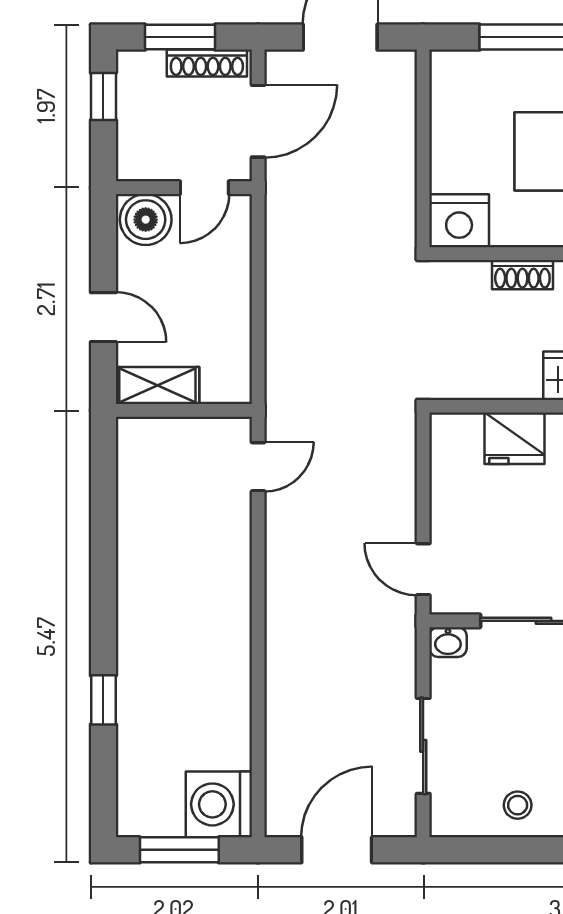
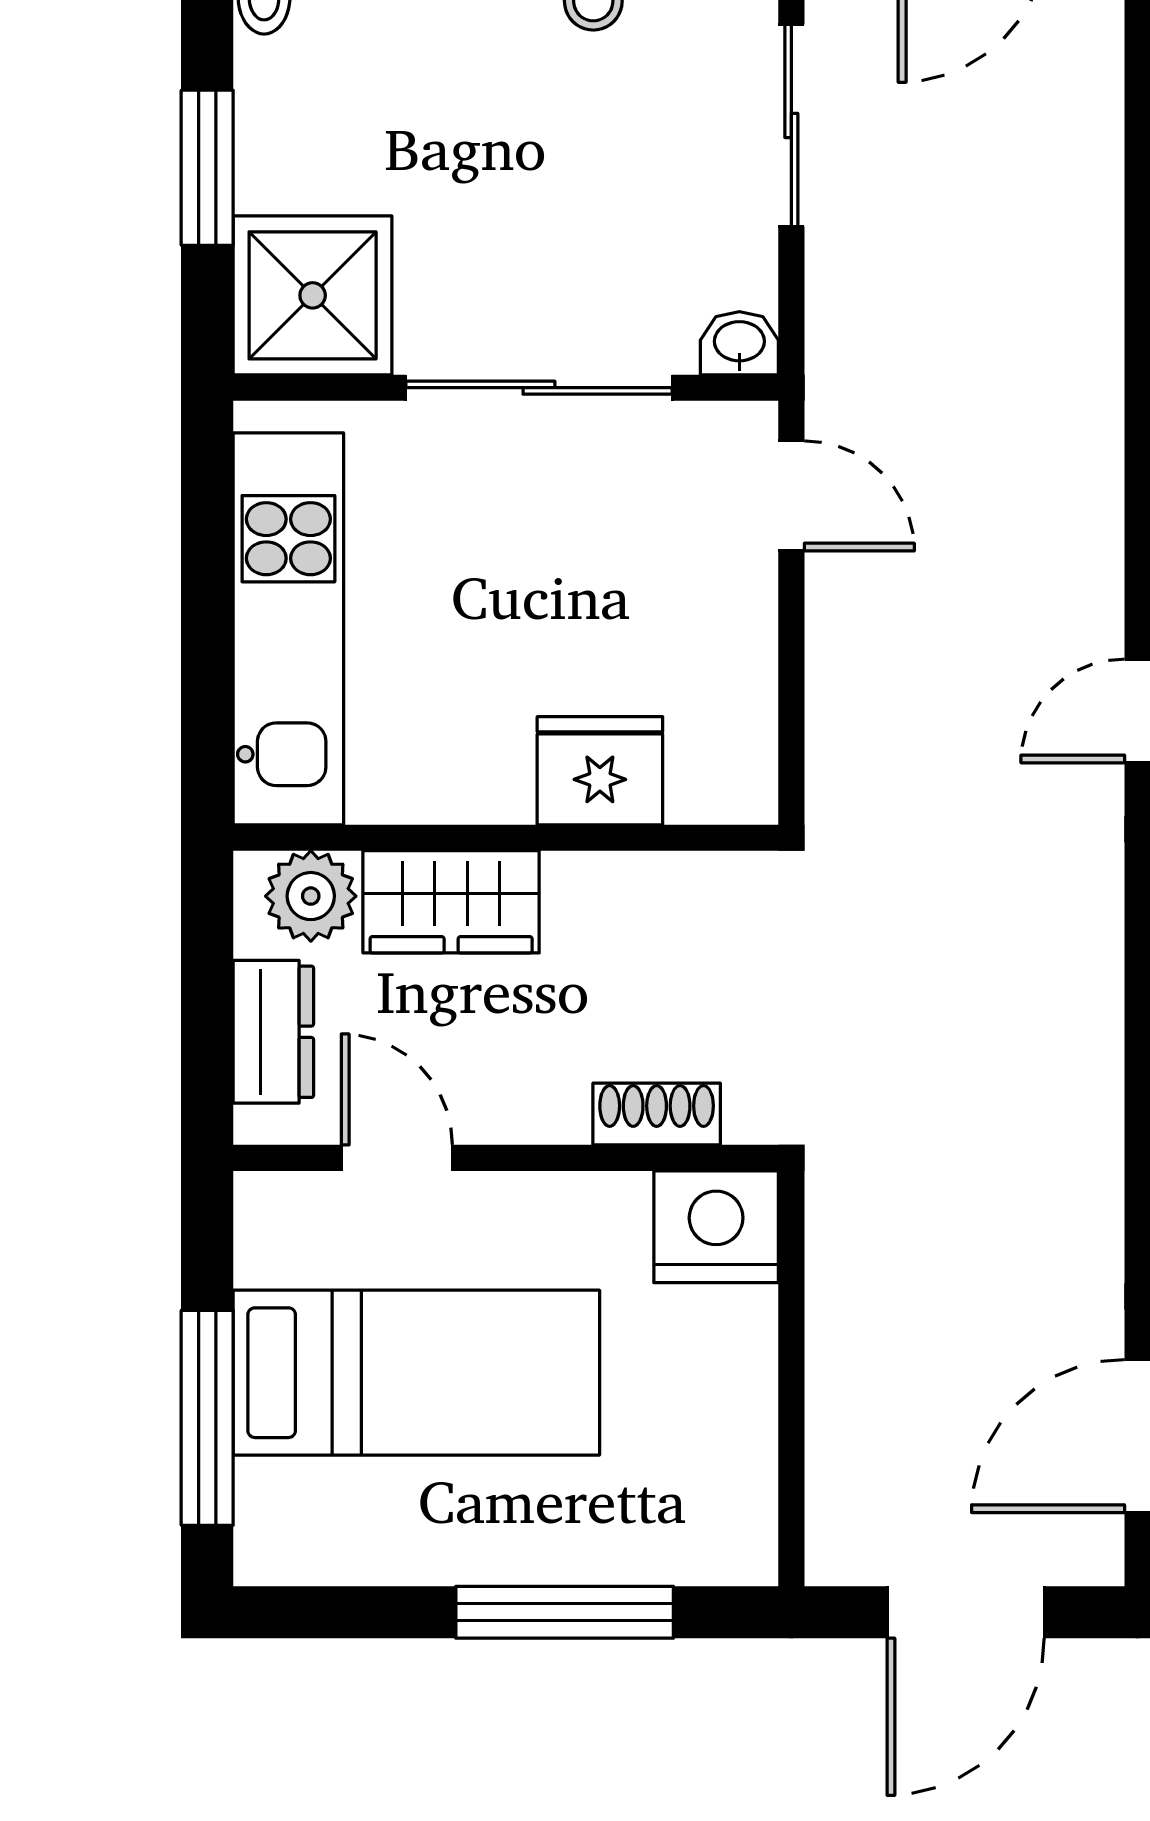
shoe rack: (522, 275) -> (657, 1114), moved

